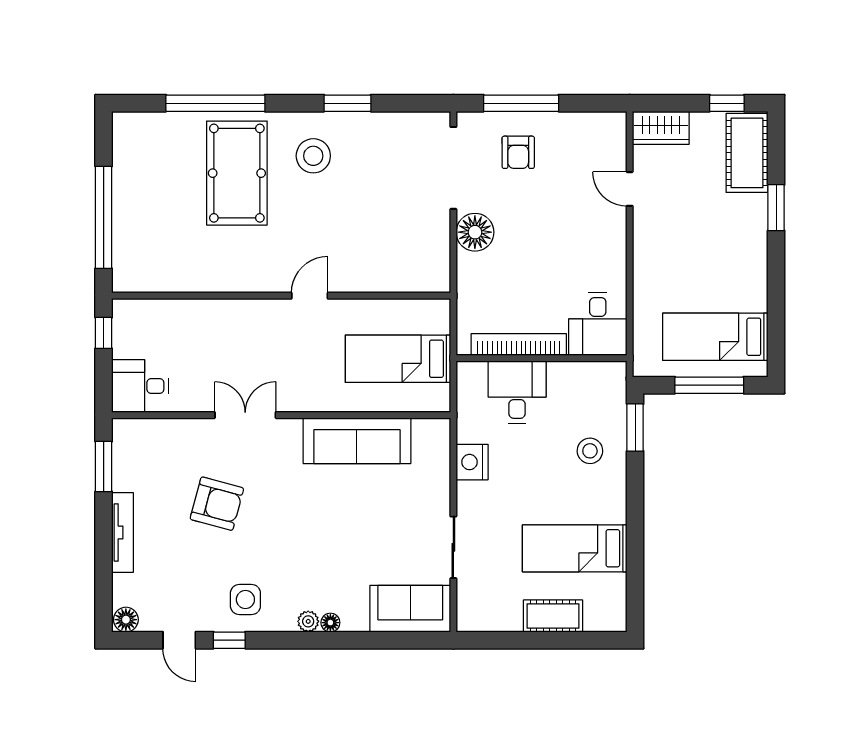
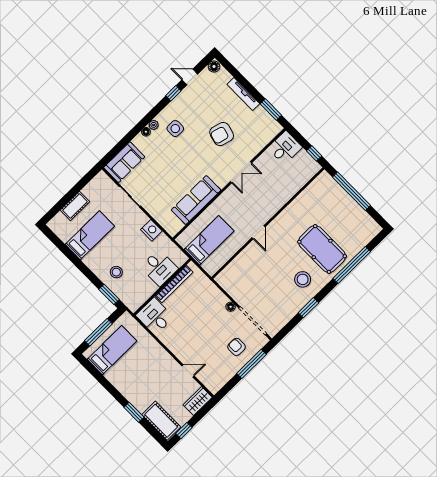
floor lamp: (475, 232) -> (231, 307), width x0.53, depth x0.53
side table: (245, 599) -> (175, 129), moved

